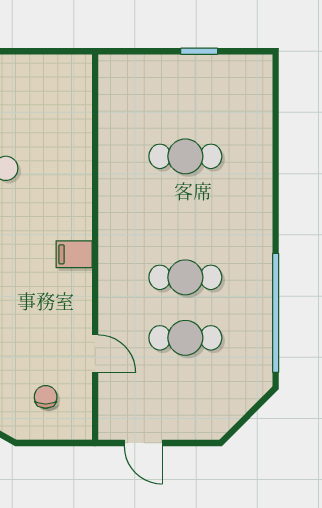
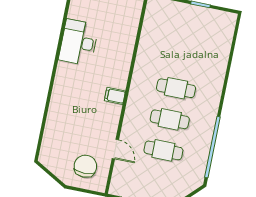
cafe table: (185, 156) -> (176, 88), moved
chair: (46, 397) -> (85, 166), width x1.87, depth x1.87

